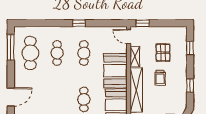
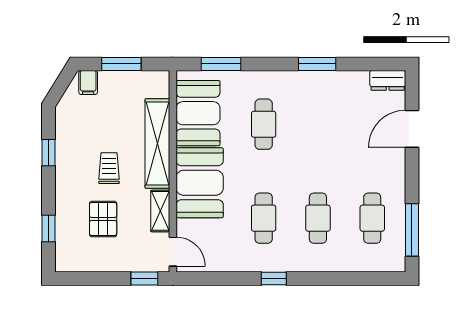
cafe table: (30, 53) -> (372, 218), width x0.73, depth x0.74

